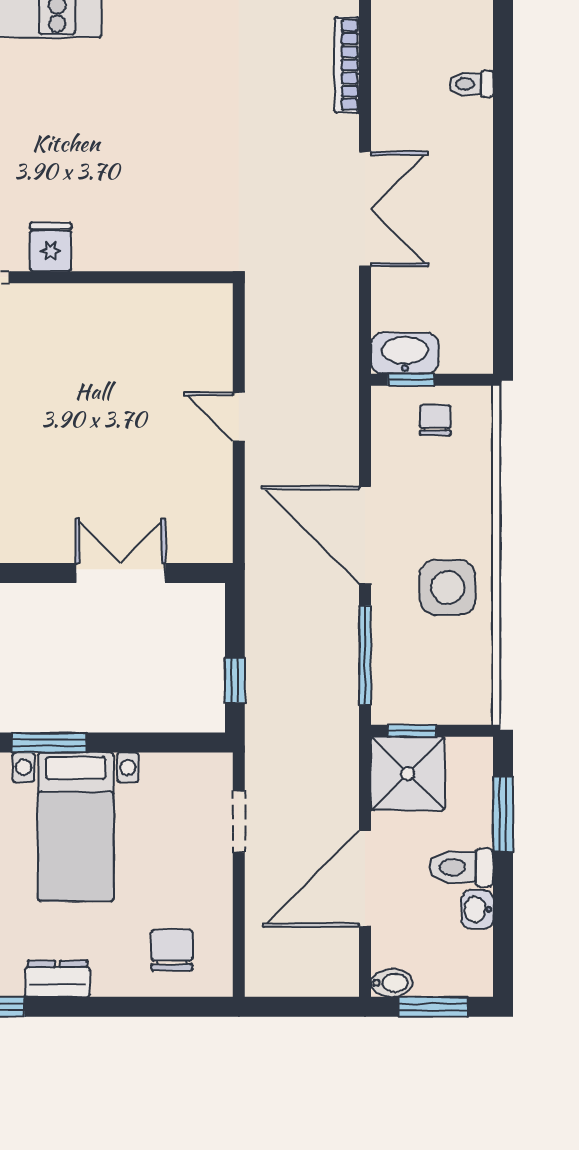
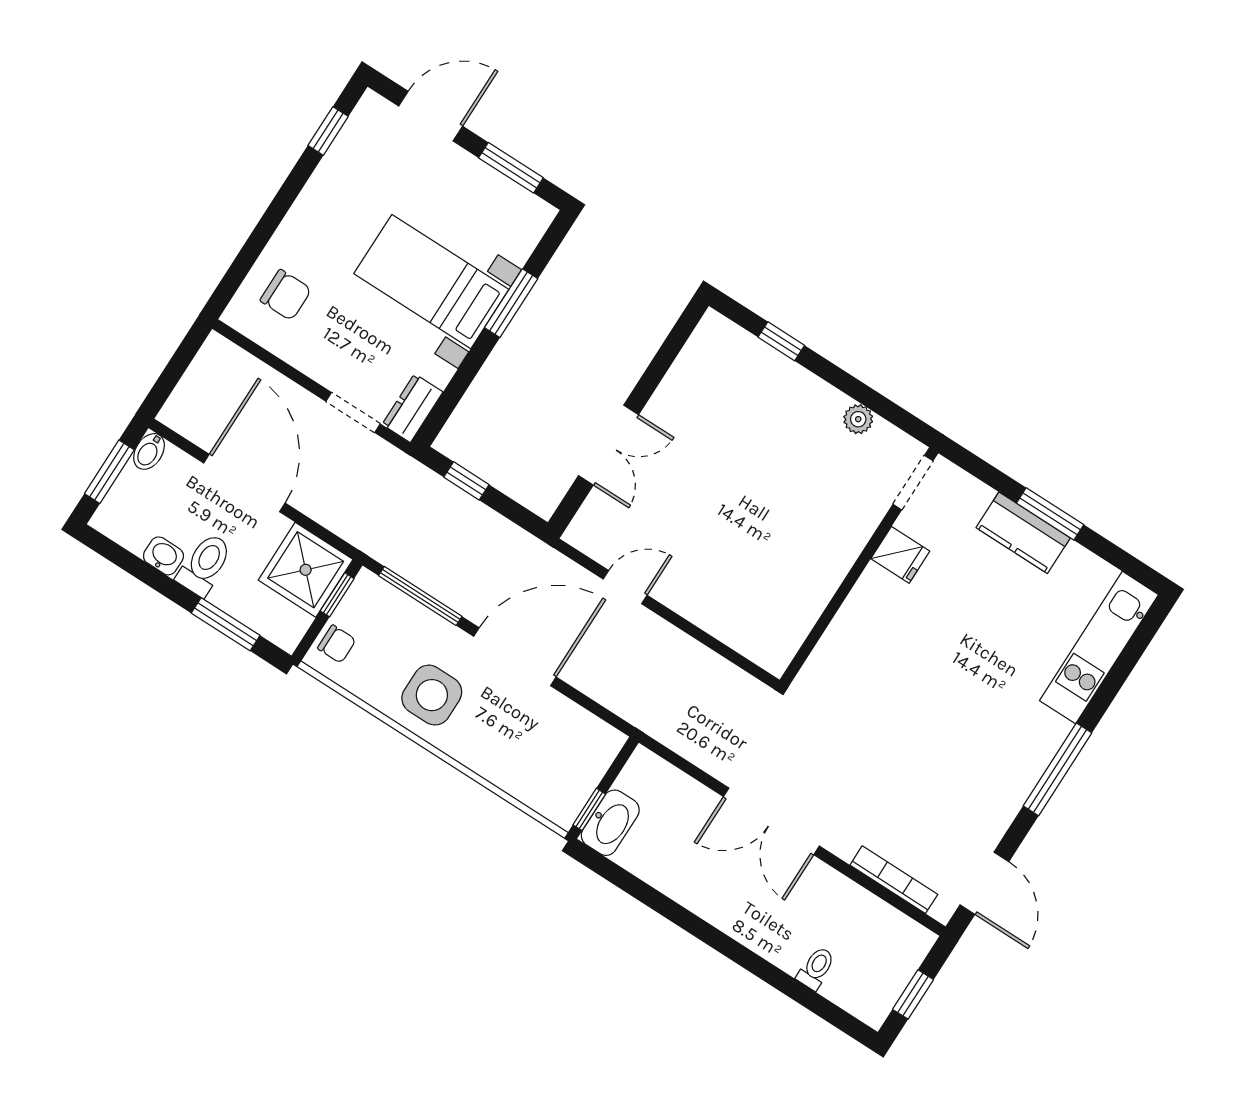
washbasin: (405, 353) -> (610, 823), moved
window: (411, 380) -> (589, 809), moved
door: (239, 417) -> (625, 587), moved
chair: (435, 420) -> (337, 644), moved
dresser: (58, 979) -> (413, 408), moved, turned 180

